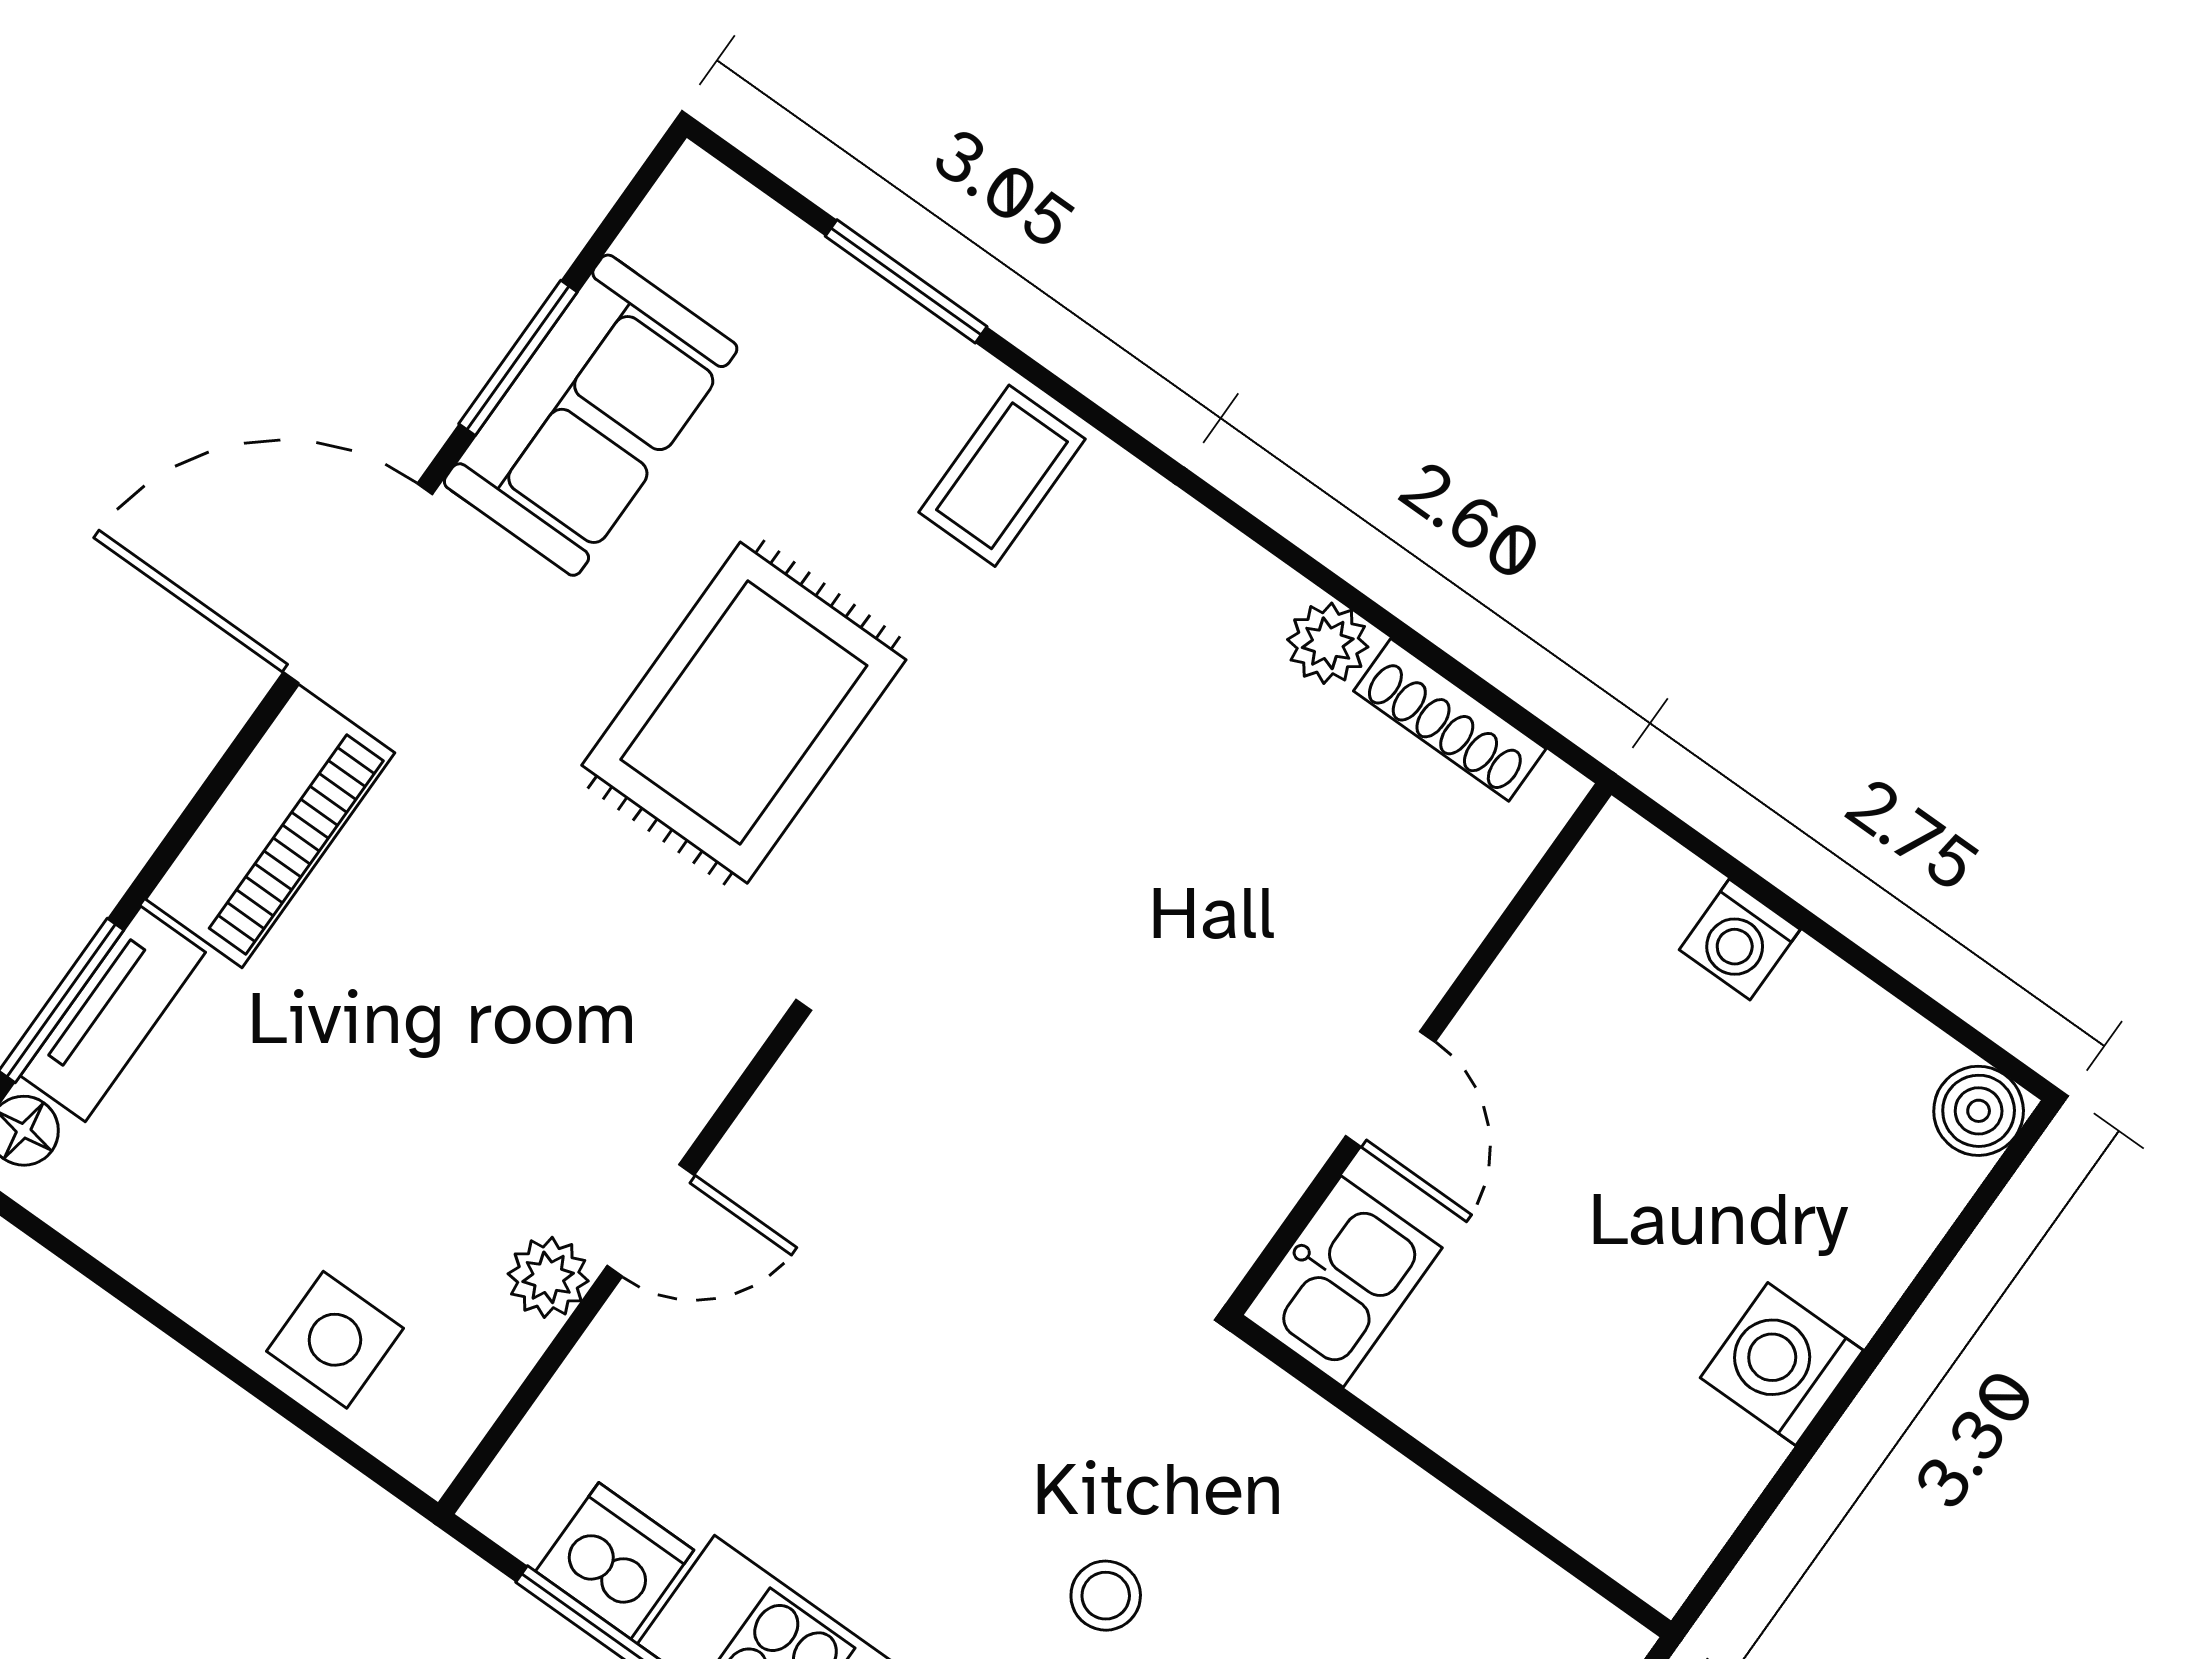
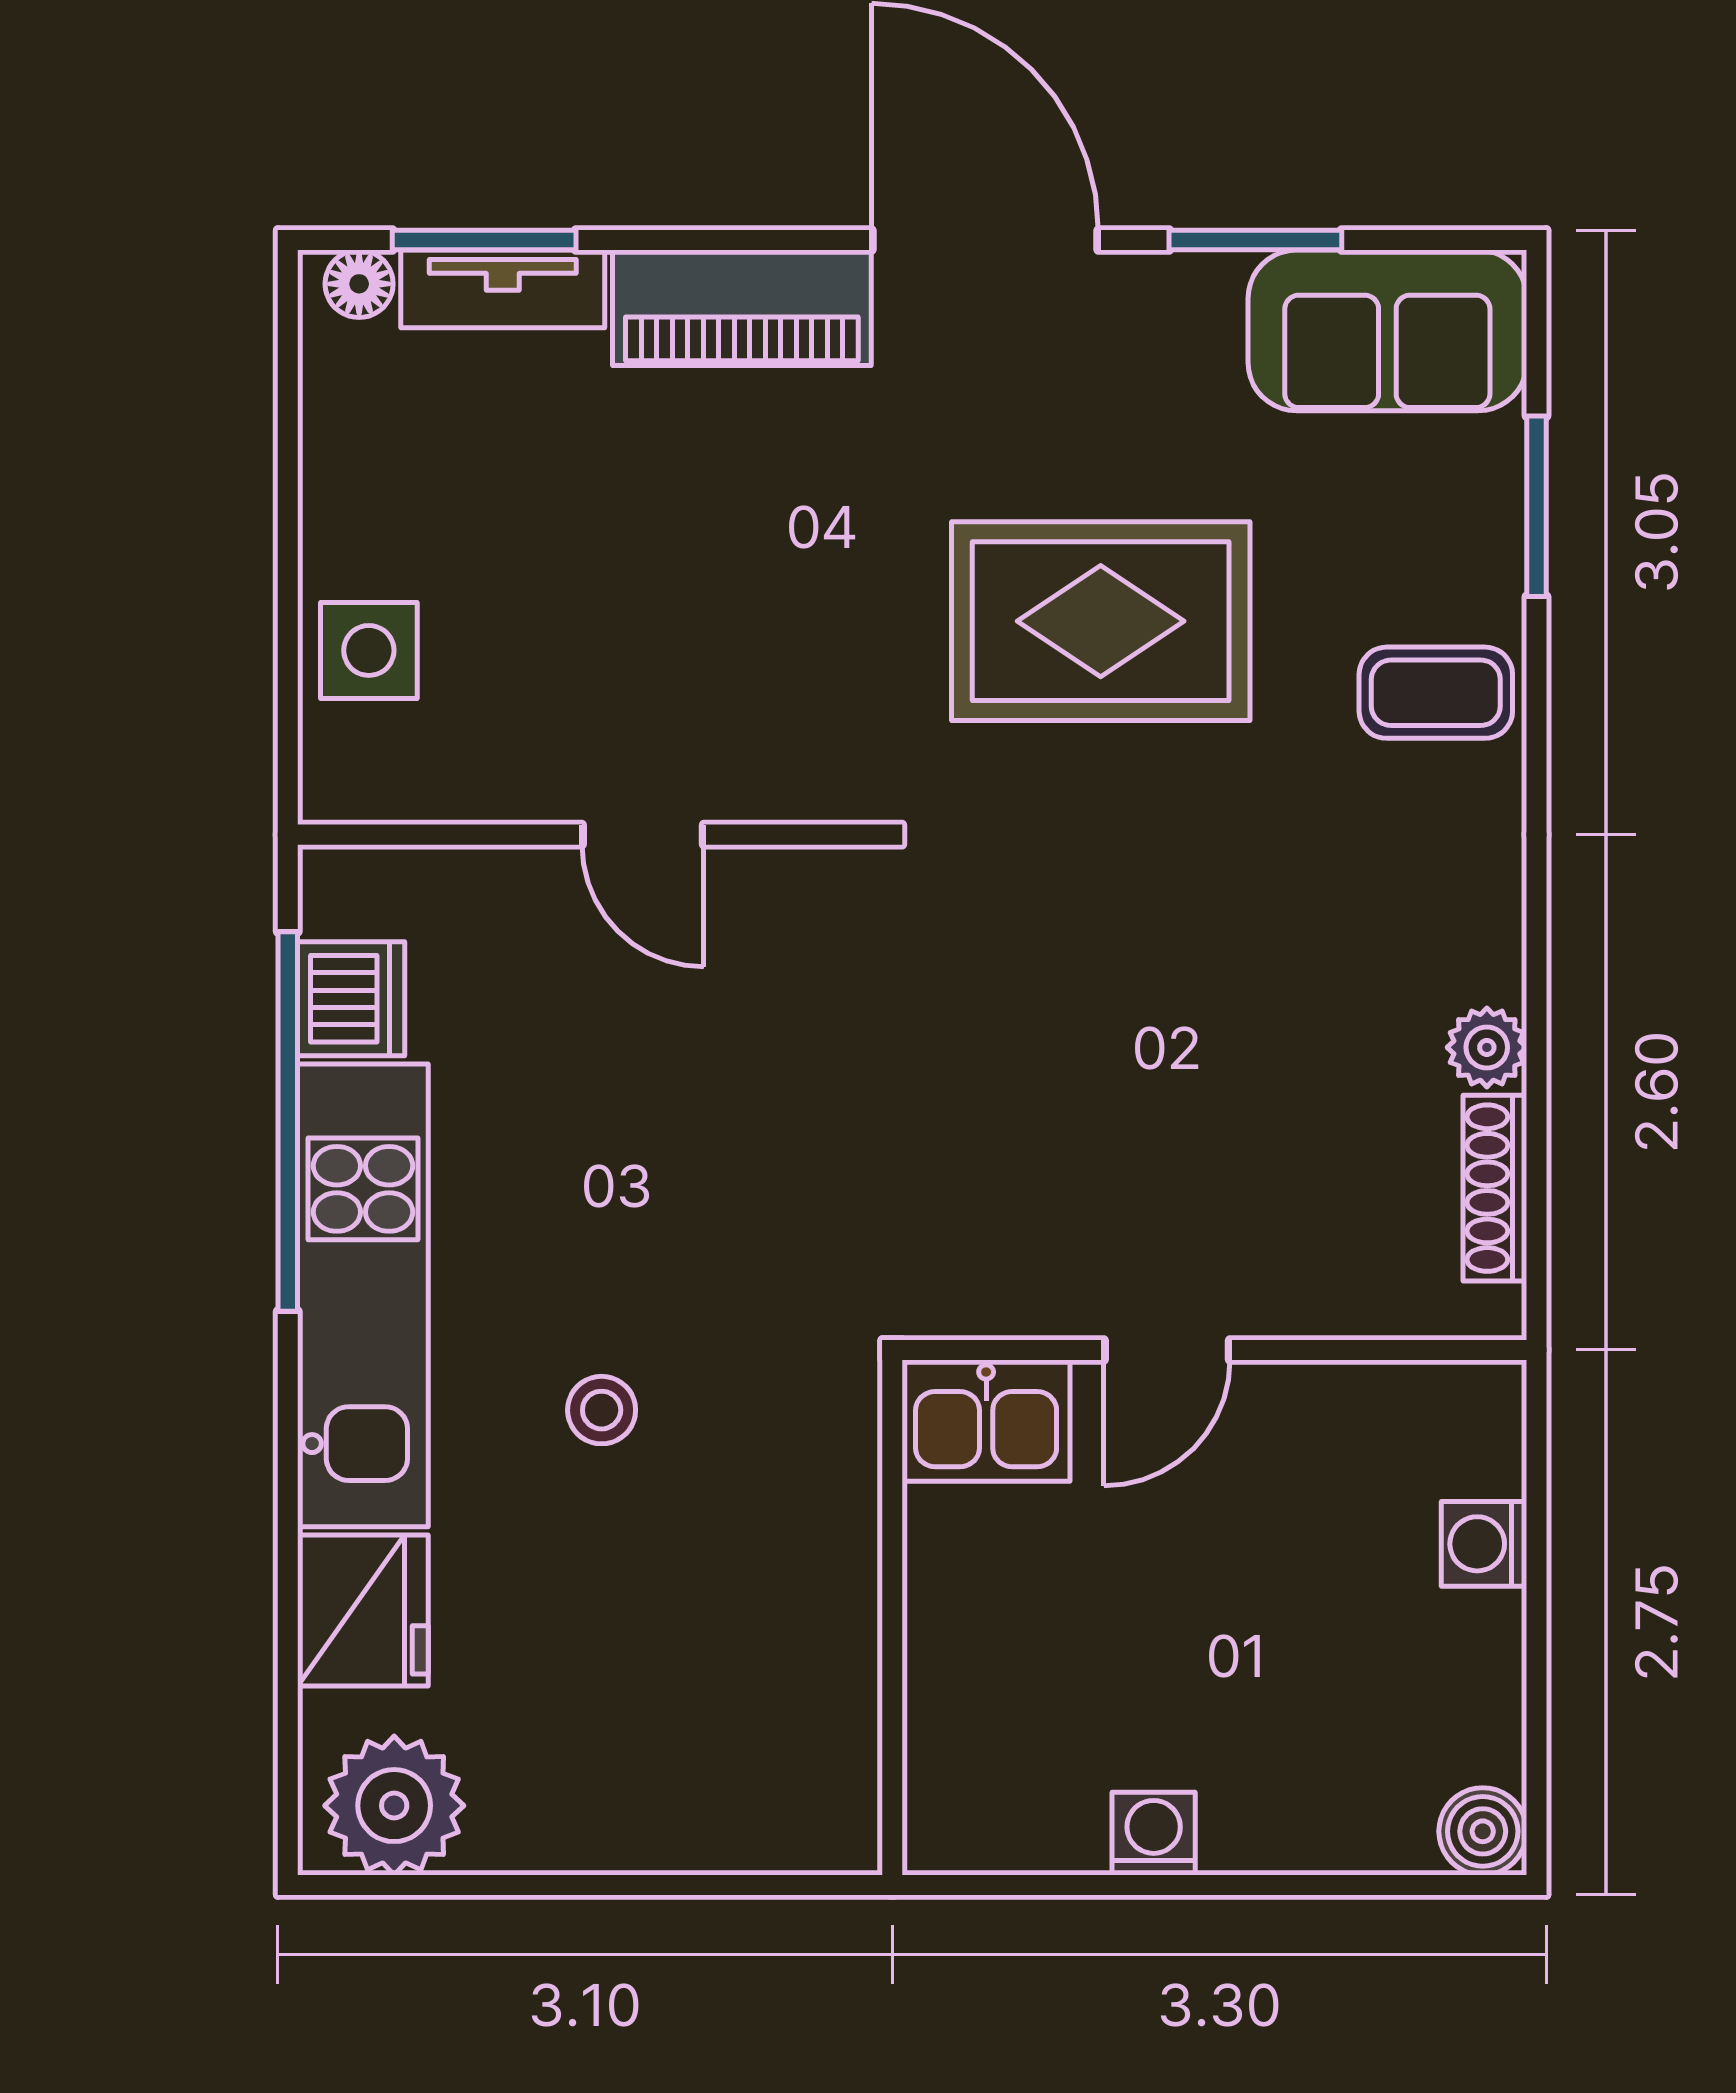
sofa: (591, 415) -> (1387, 330), moved
plant: (548, 1277) -> (539, 785), removed
washing machine: (1782, 1364) -> (1154, 1834), width x0.73, depth x0.73

